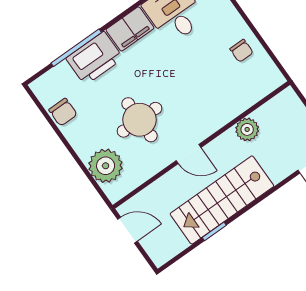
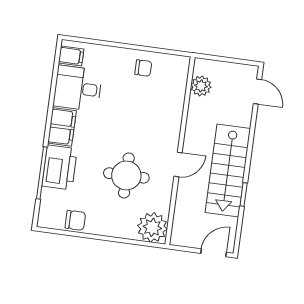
plant: (247, 129) -> (201, 86), moved
plant: (106, 166) -> (152, 227), moved
door: (127, 230) -> (214, 253), moved

